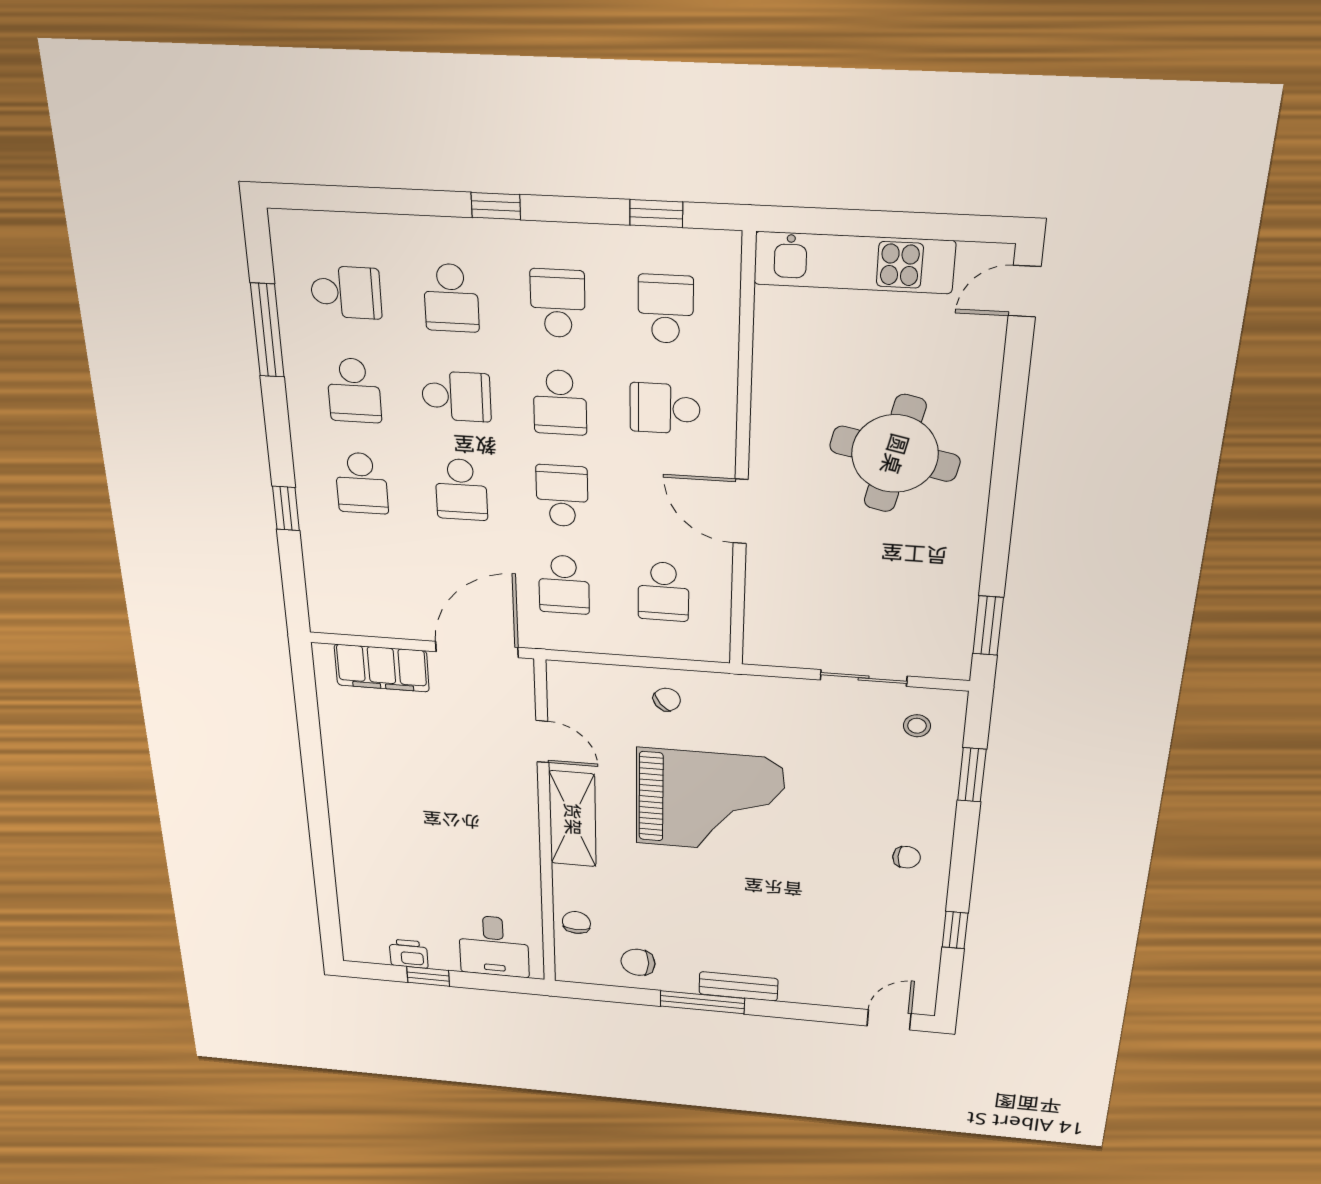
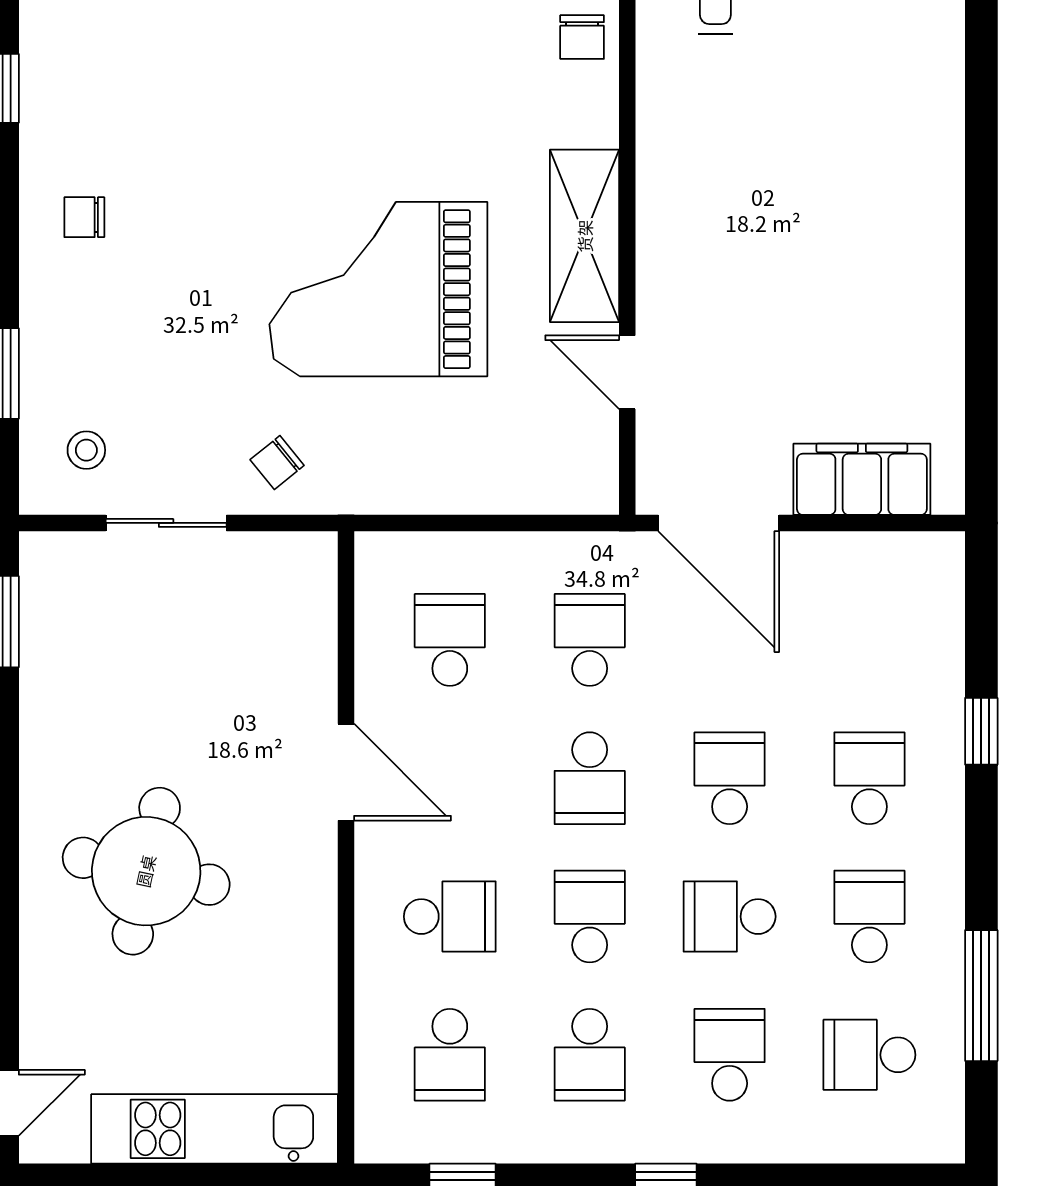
door: (477, 650) -> (719, 523), hinge flipped
chair: (667, 699) -> (277, 463), moved

